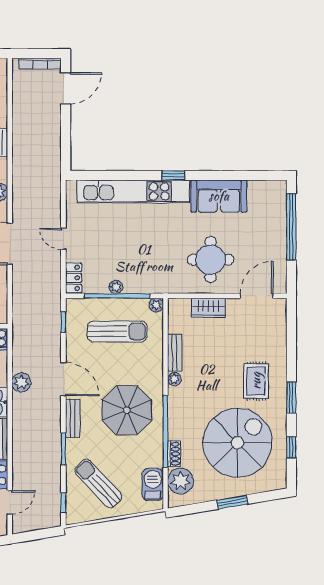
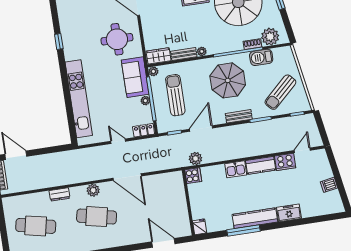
window: (174, 175) -> (59, 42), moved
sofa: (219, 196) -> (135, 77), moved, turned 180
door: (63, 239) -> (118, 141), swing flipped
wardrobe: (208, 308) -> (159, 56), moved, turned -90
door: (63, 379) -> (201, 129), moved
plant: (21, 382) -> (196, 159), moved
barbecue: (153, 485) -> (261, 57), moved
door: (10, 502) -> (302, 150), hinge flipped

